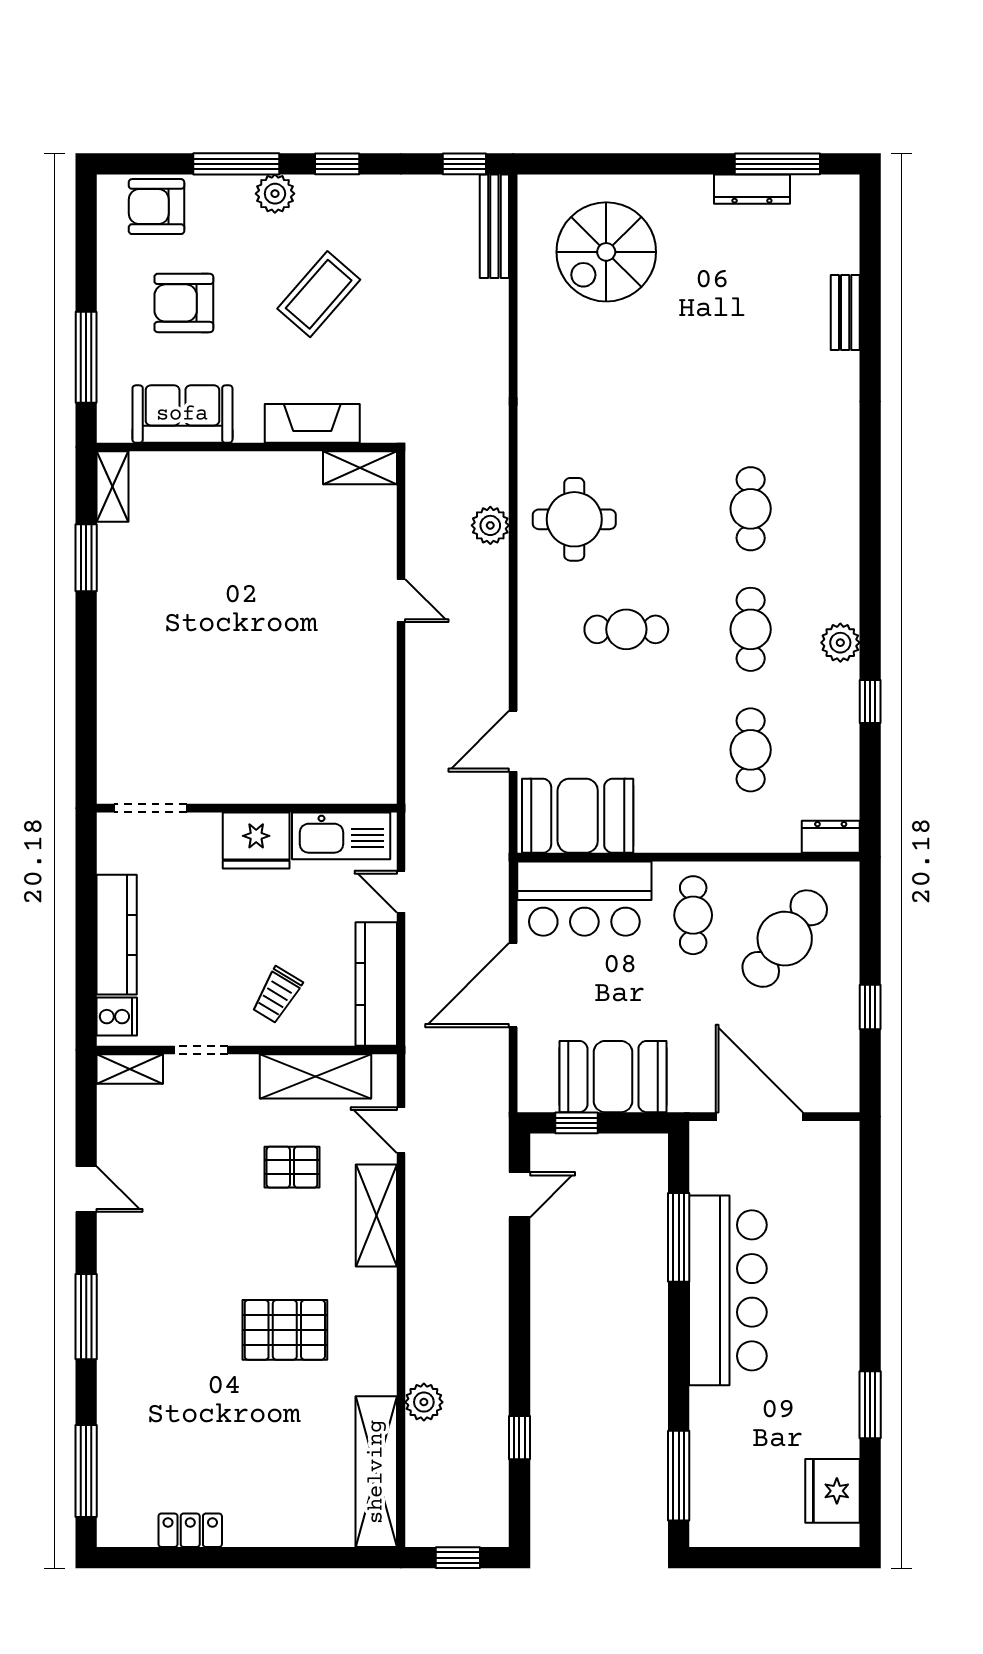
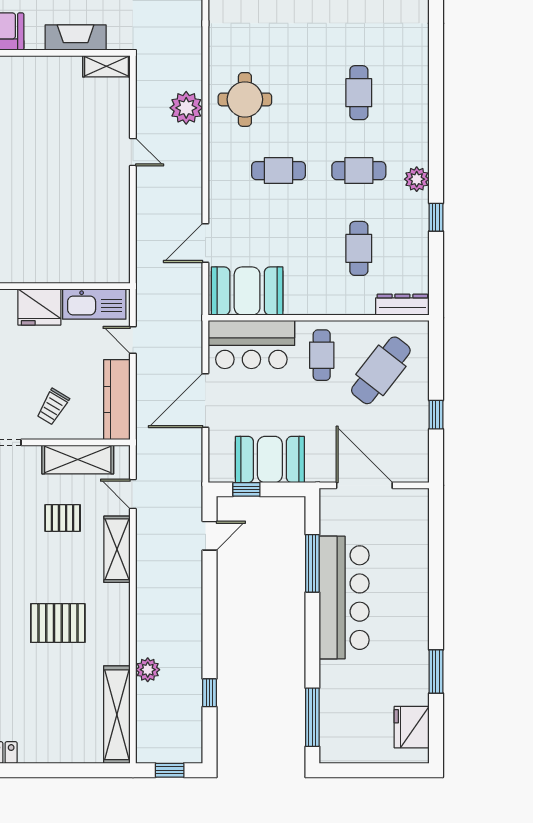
plant: (490, 525) -> (186, 108), width x1.36, depth x1.36
cafe table: (751, 629) -> (359, 171), turned 90
dresser: (831, 837) -> (402, 305), width x1.44

